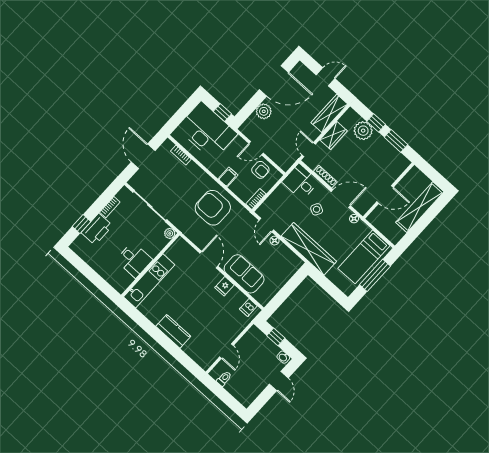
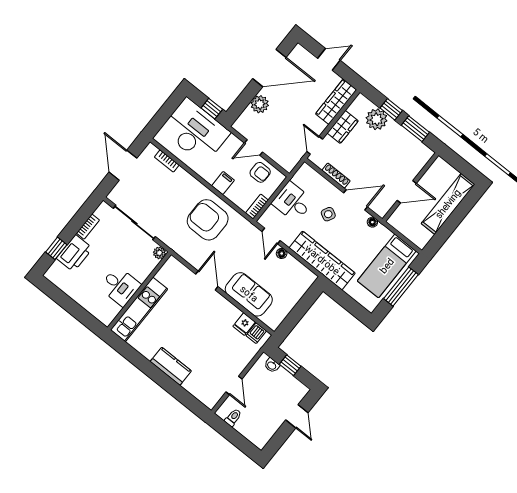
desk: (301, 182) -> (293, 202), moved
fridge: (224, 286) -> (244, 324), moved
washbasin: (283, 357) -> (272, 365), moved

